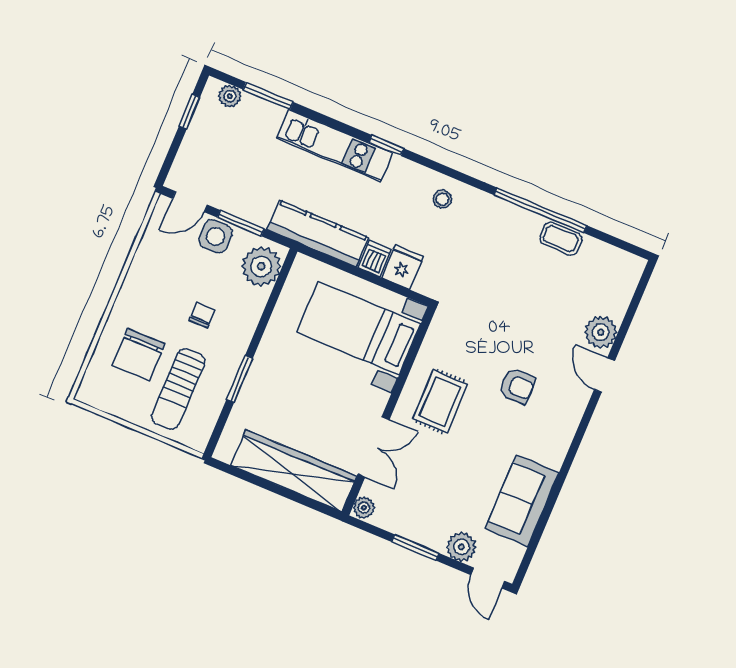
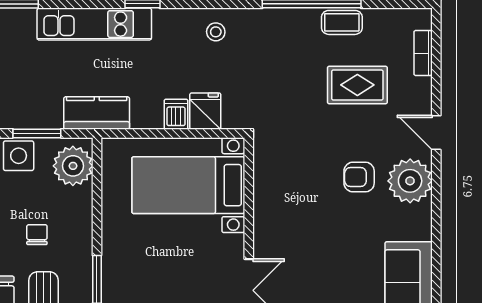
kitchen counter: (318, 234) -> (97, 113), width x0.67
bookcase: (623, 298) -> (423, 53), added
plant: (601, 332) -> (410, 181), moved, width x1.36, depth x1.36
armchair: (517, 386) -> (359, 177), turned 180
rug: (440, 401) -> (357, 85), moved, turned 90

